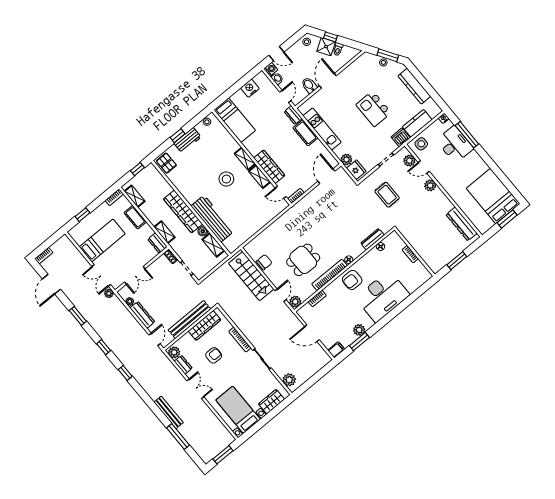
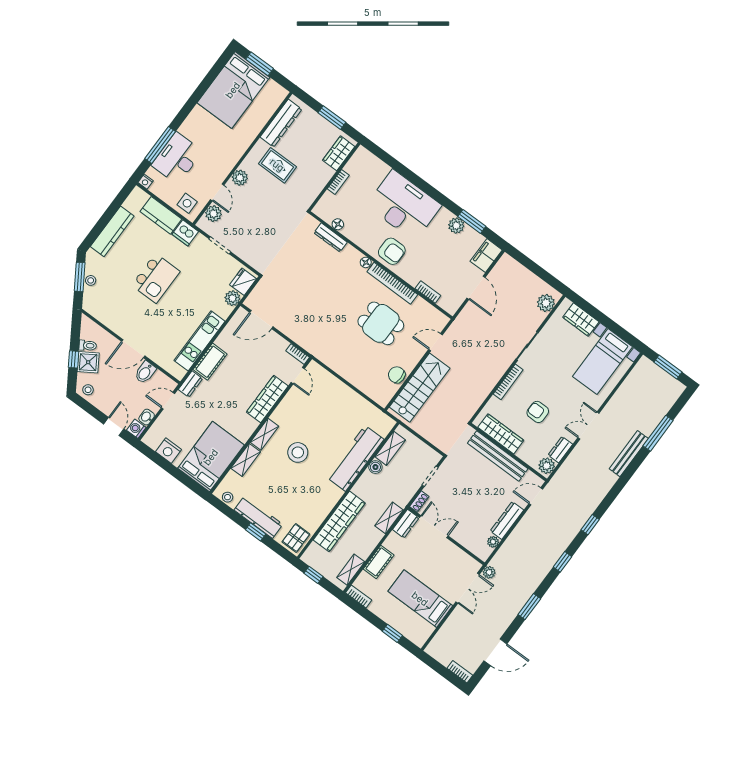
bed: (235, 120) -> (211, 457), width x1.50
workbench: (188, 140) -> (258, 517), width x1.38
shelving: (260, 177) -> (246, 460), moved
rug: (387, 195) -> (277, 165), moved, turned 90
wardrobe: (183, 211) -> (339, 521), moved
wardrobe: (430, 259) -> (339, 153), added
double door: (135, 275) -> (434, 527), moved
plant: (295, 302) -> (439, 320), removed
filing cabinet: (336, 350) -> (486, 256), width x2.00

